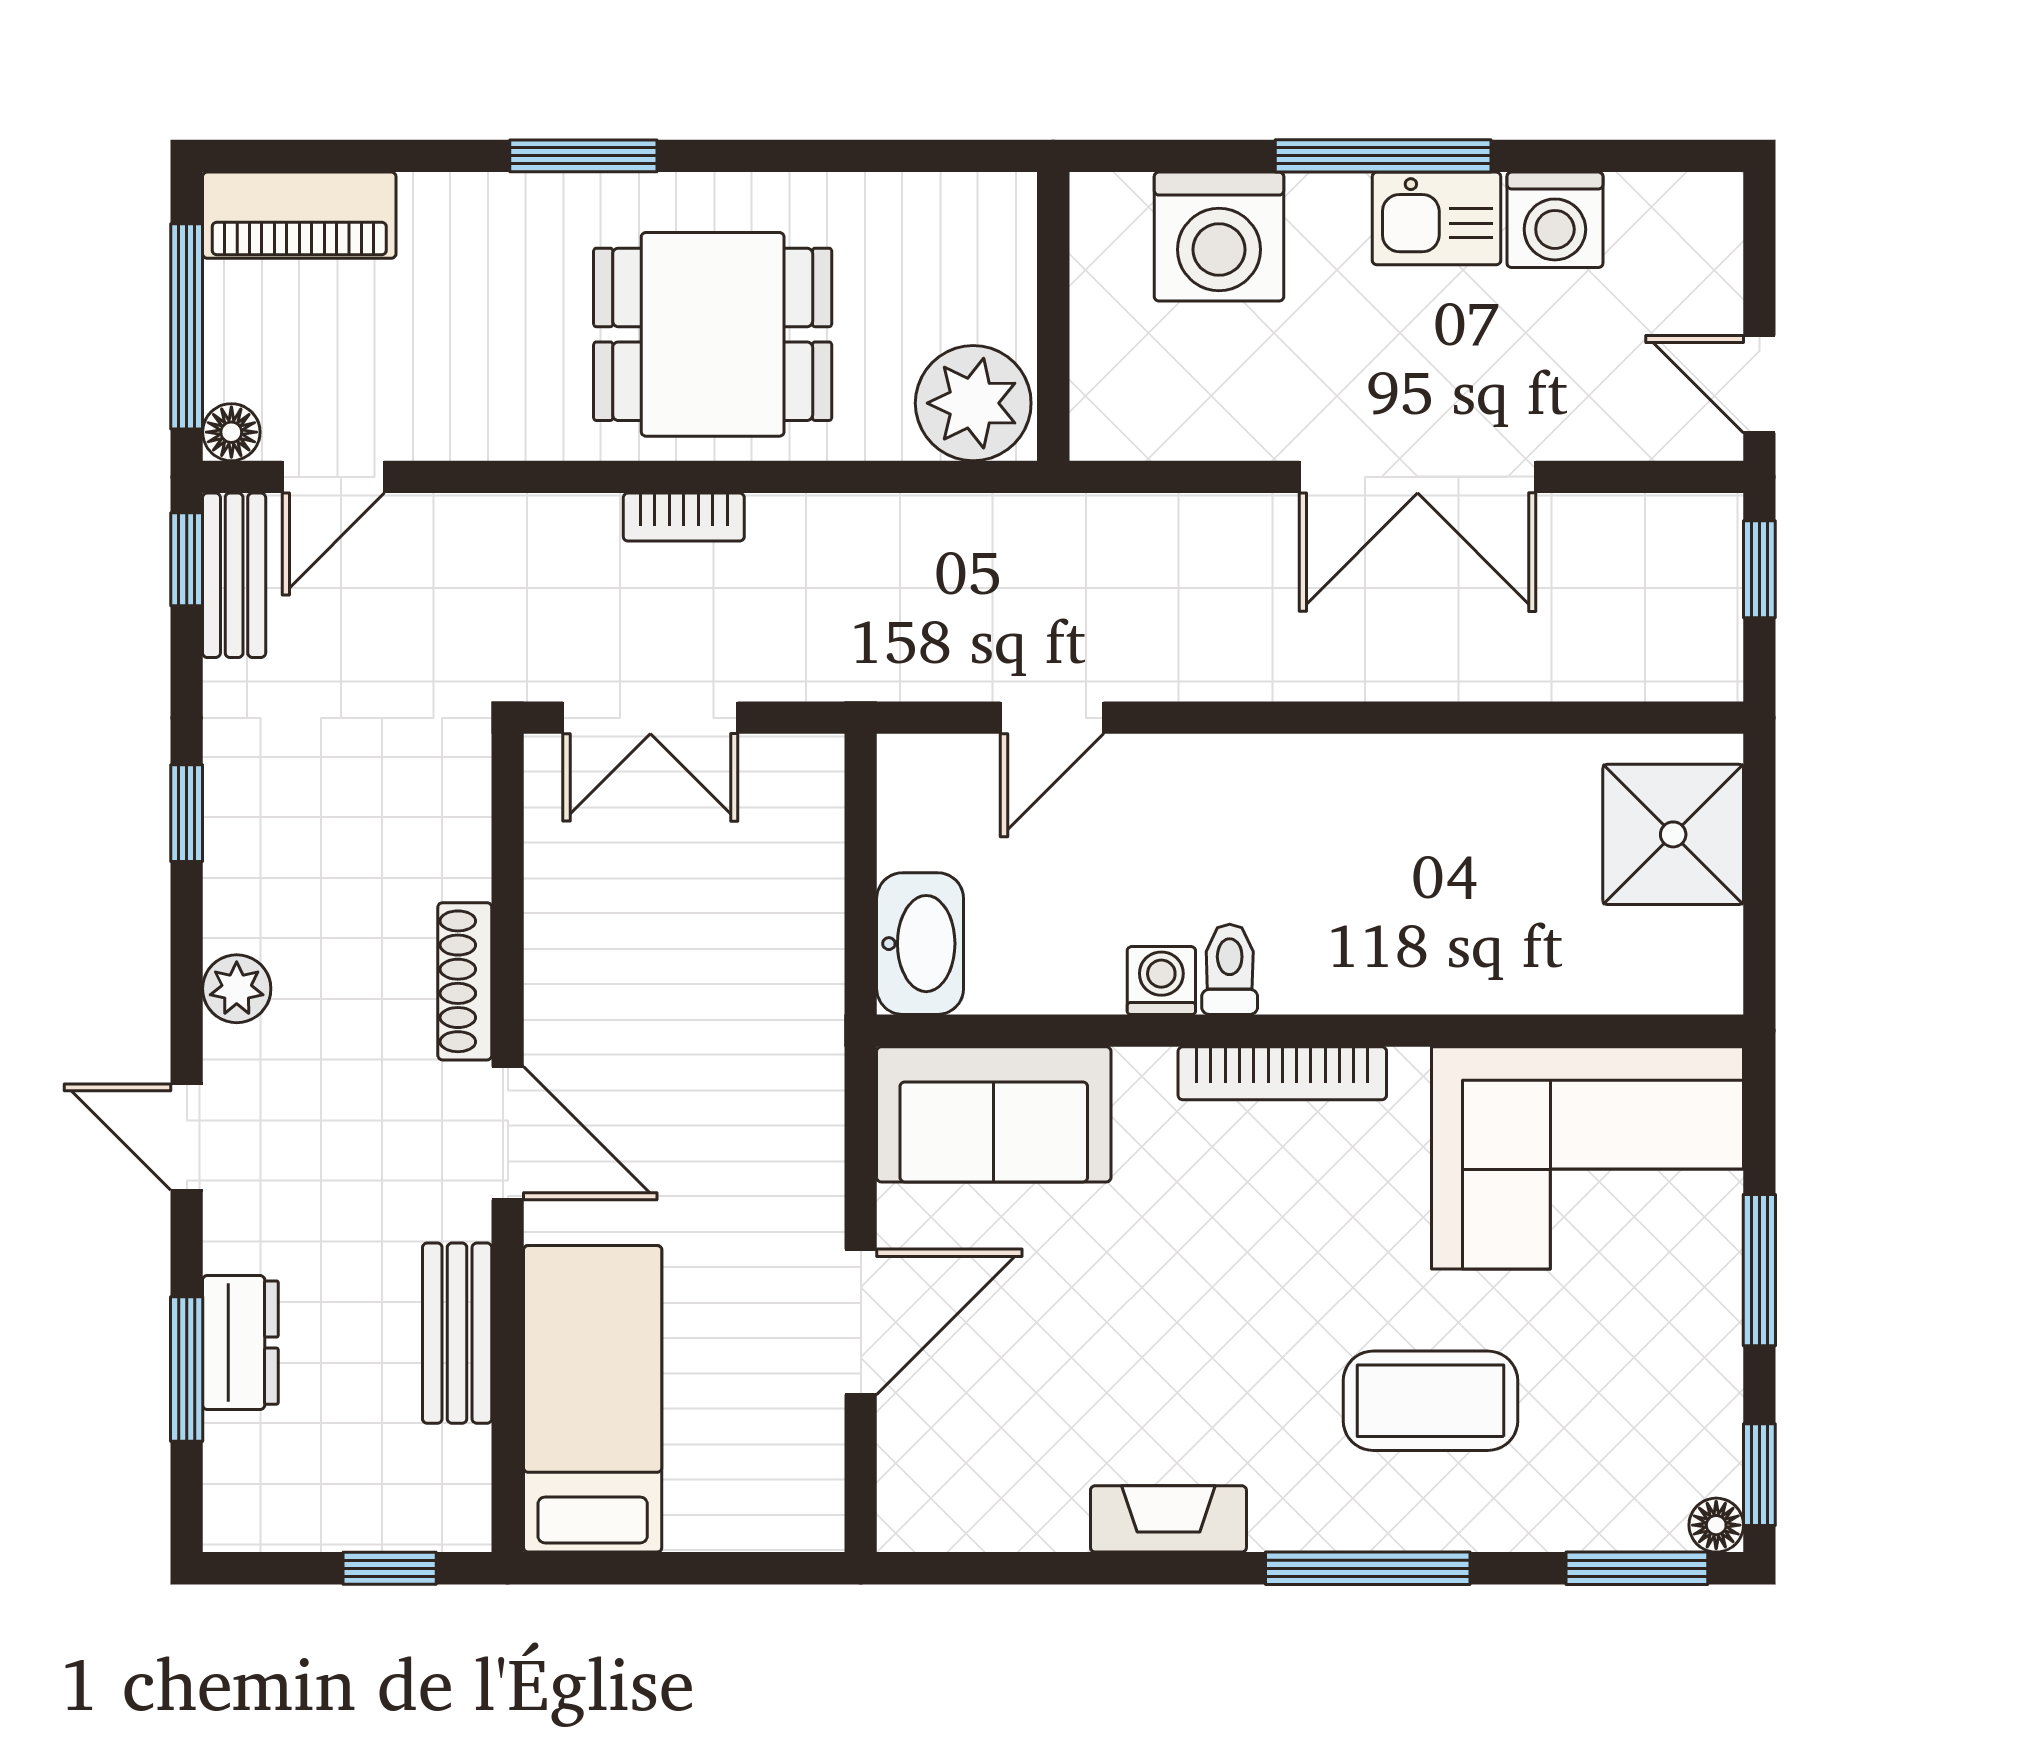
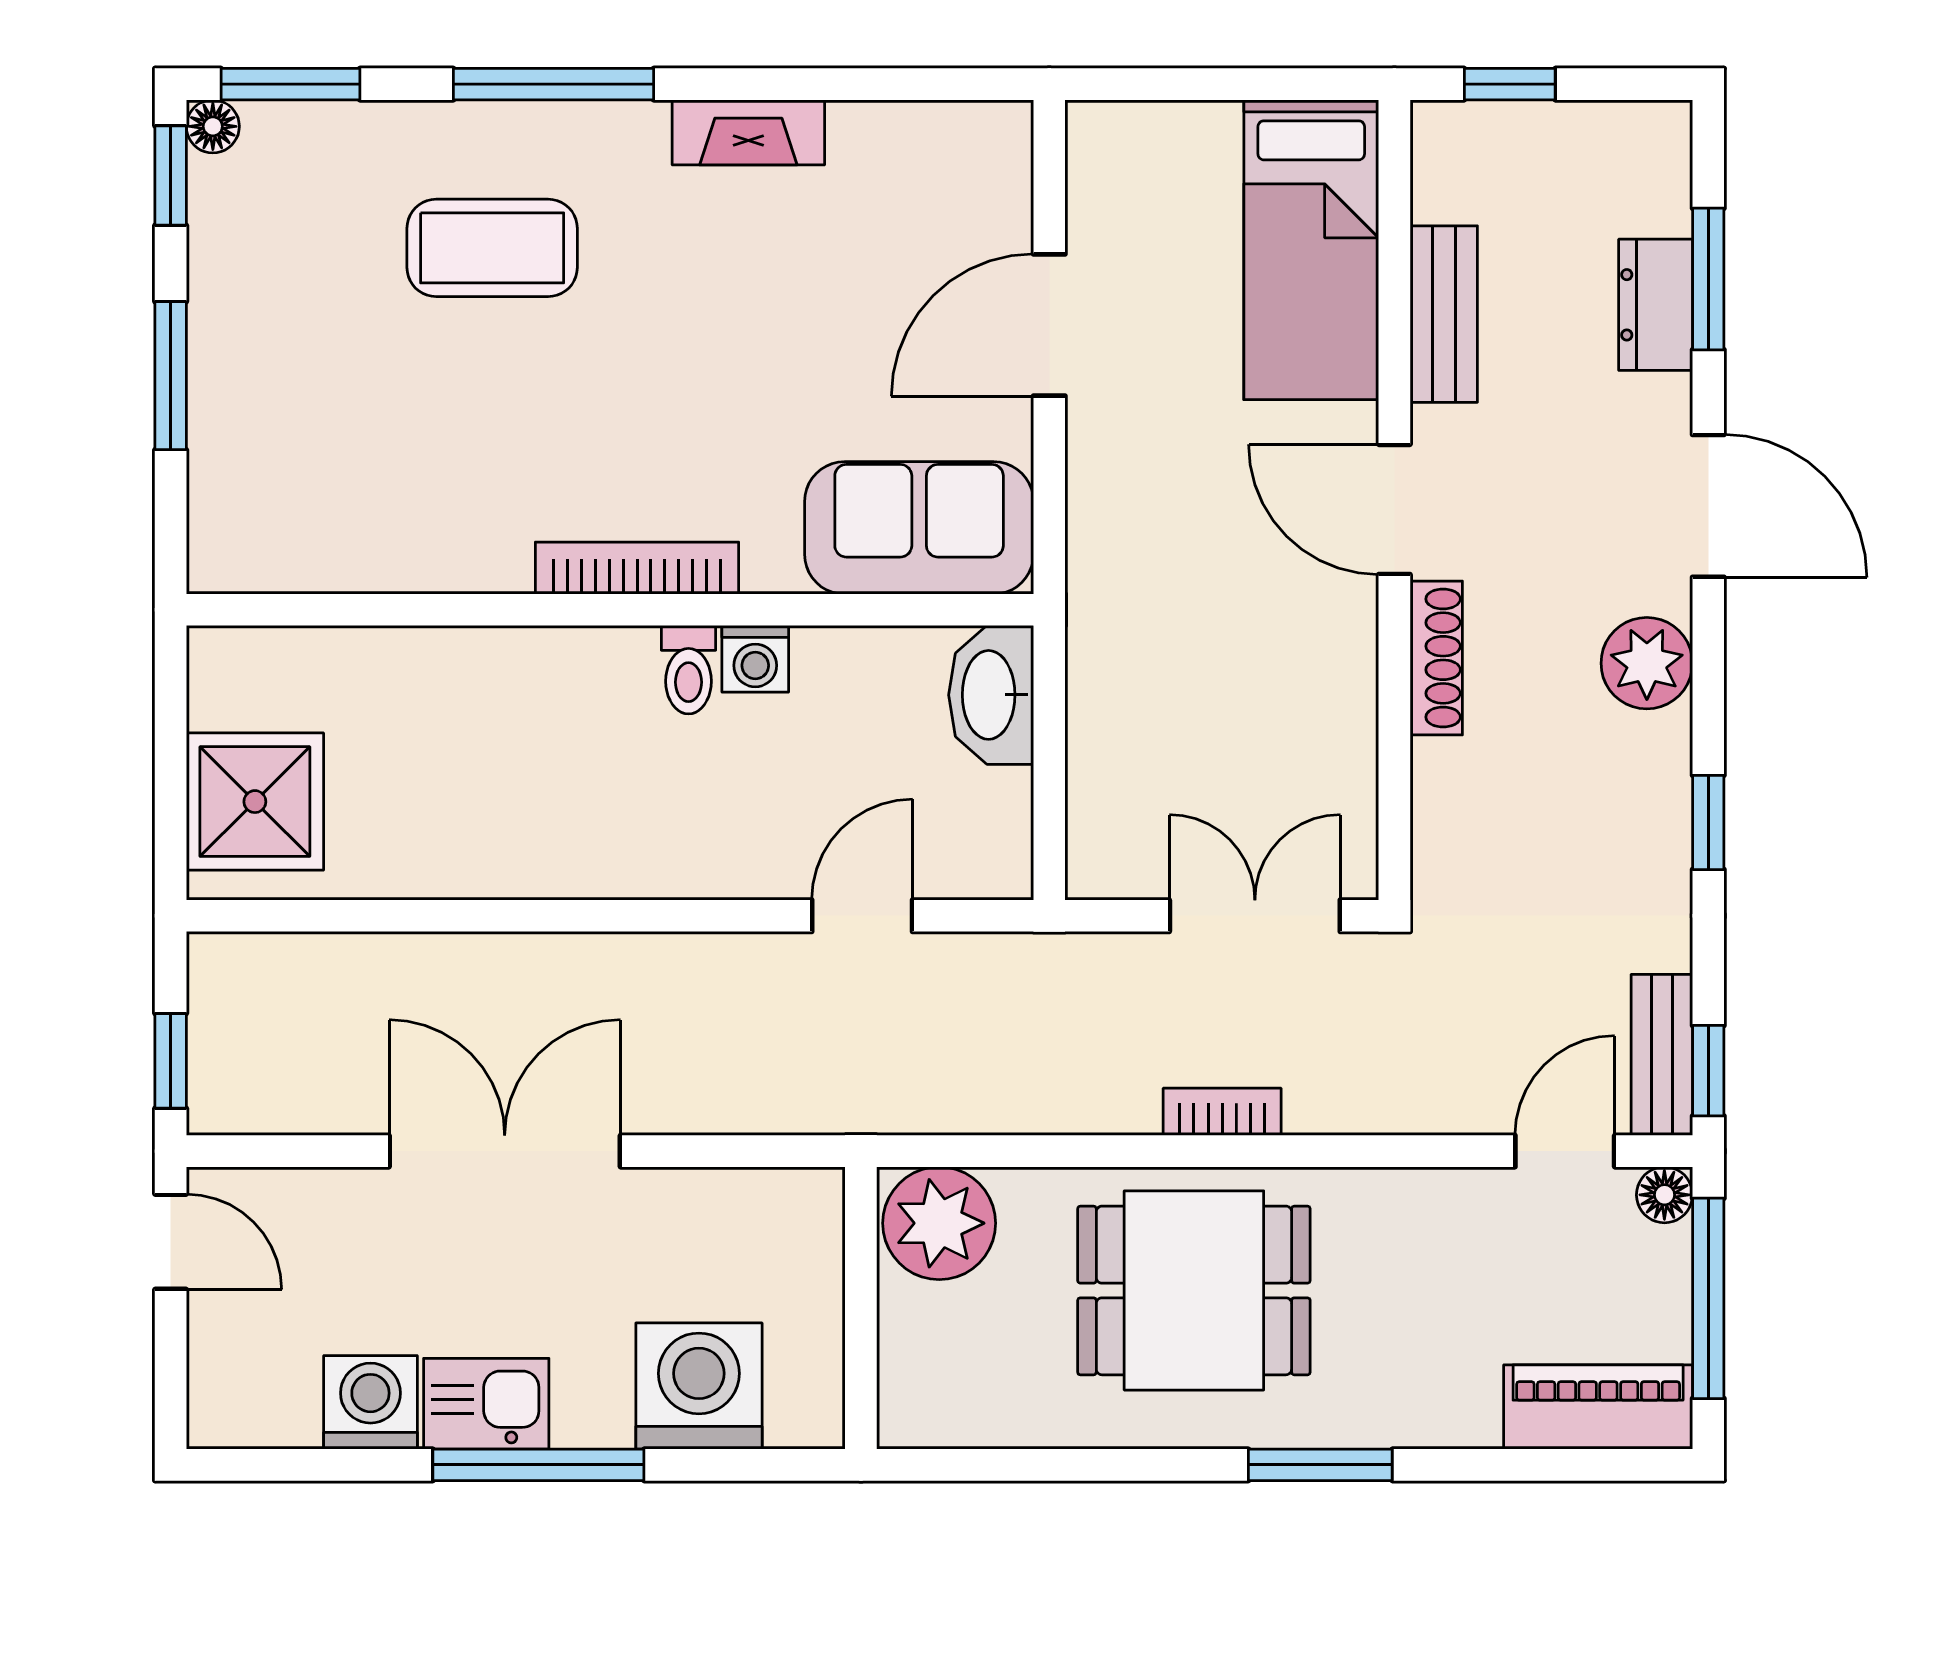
plant: (237, 989) -> (1647, 663), width x1.38, depth x1.38
door: (187, 1137) -> (1708, 506), width x1.38
corner sofa: (1587, 1158) -> (339, 485), removed

